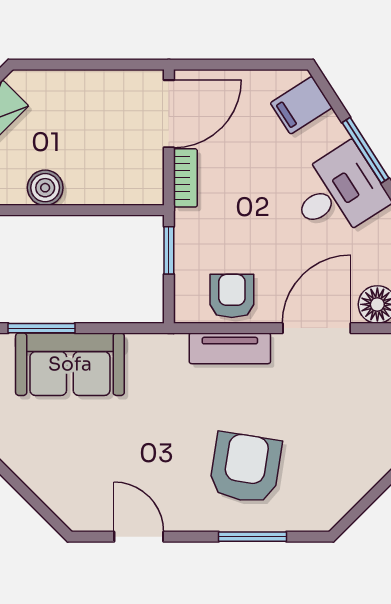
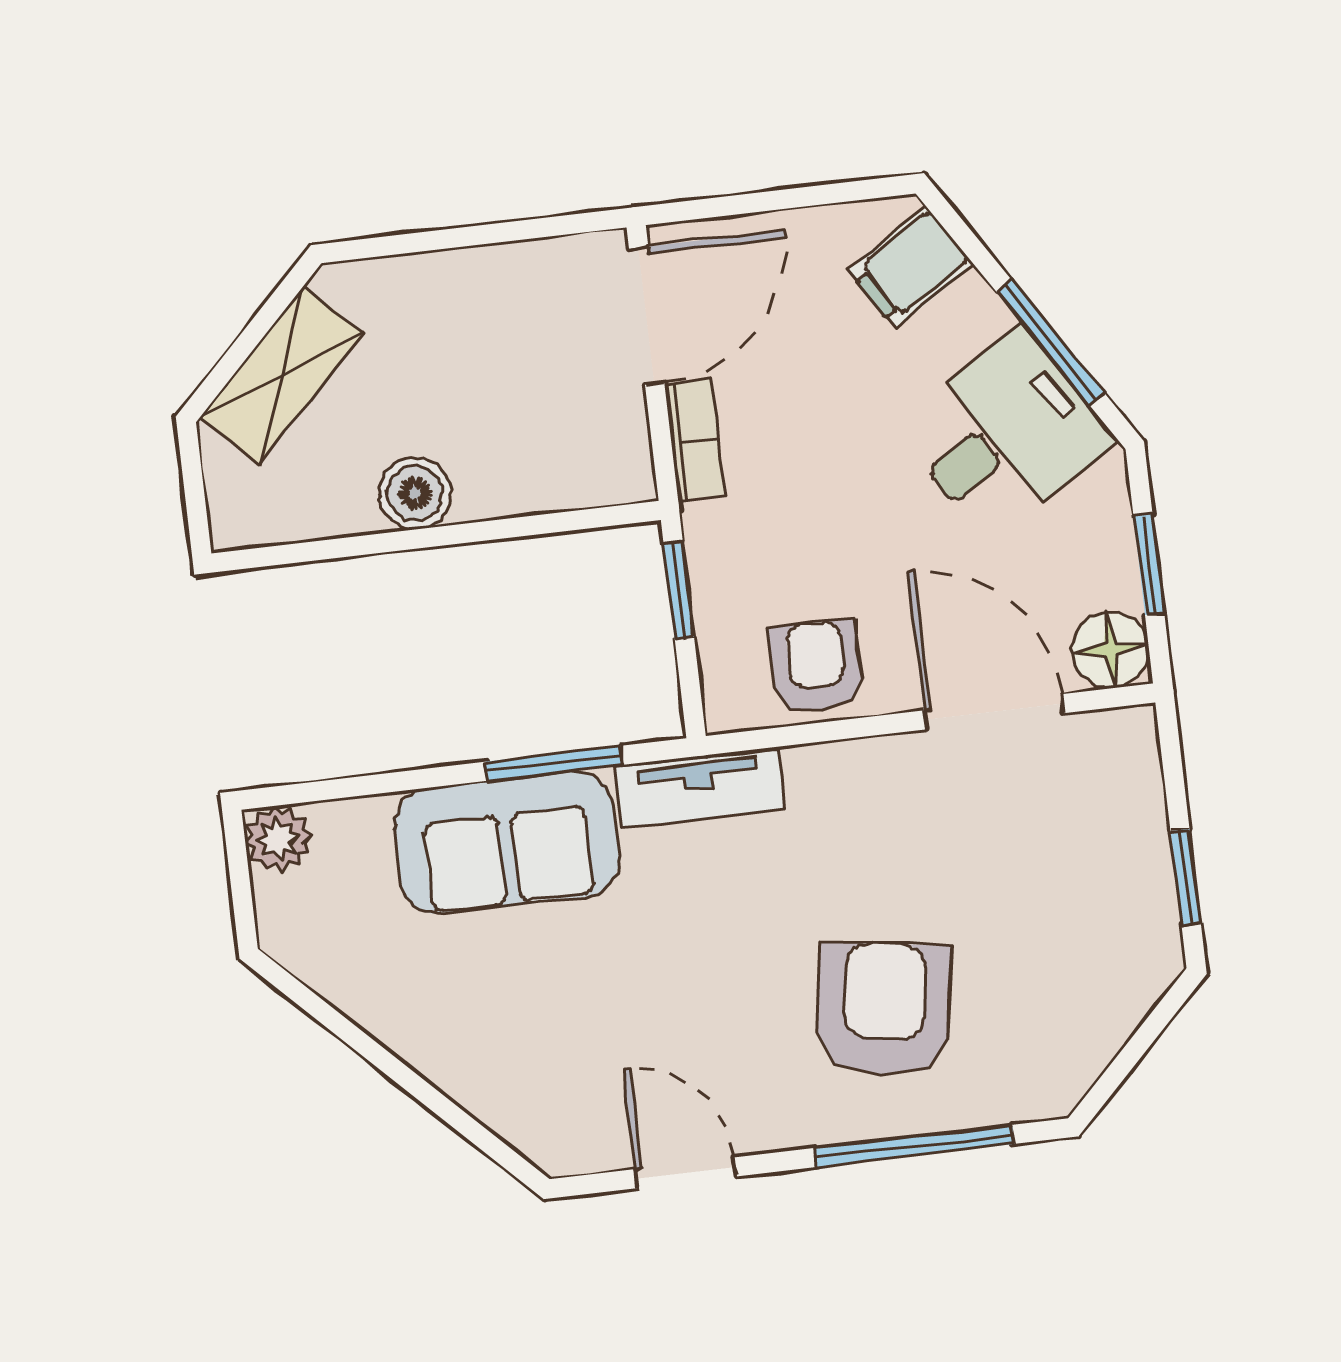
window: (42, 328) -> (554, 763), moved
door: (317, 328) -> (994, 712), hinge flipped
tv unit: (230, 348) -> (700, 787), moved
window: (253, 537) -> (915, 1146), width x1.44

